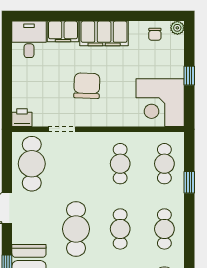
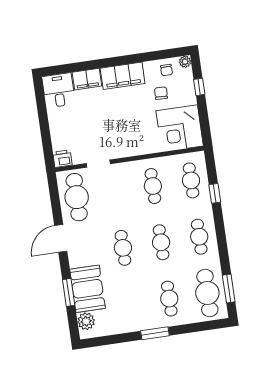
window: (189, 76) -> (199, 87), moved
chair: (87, 86) -> (161, 93), moved, width x0.54, depth x0.54
cafe table: (76, 229) -> (123, 248), width x0.73, depth x0.74

